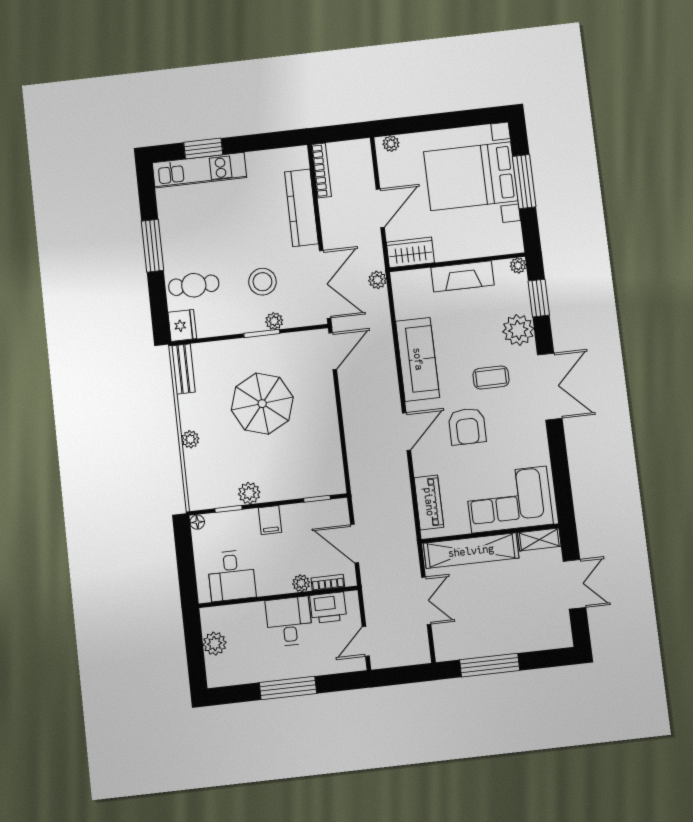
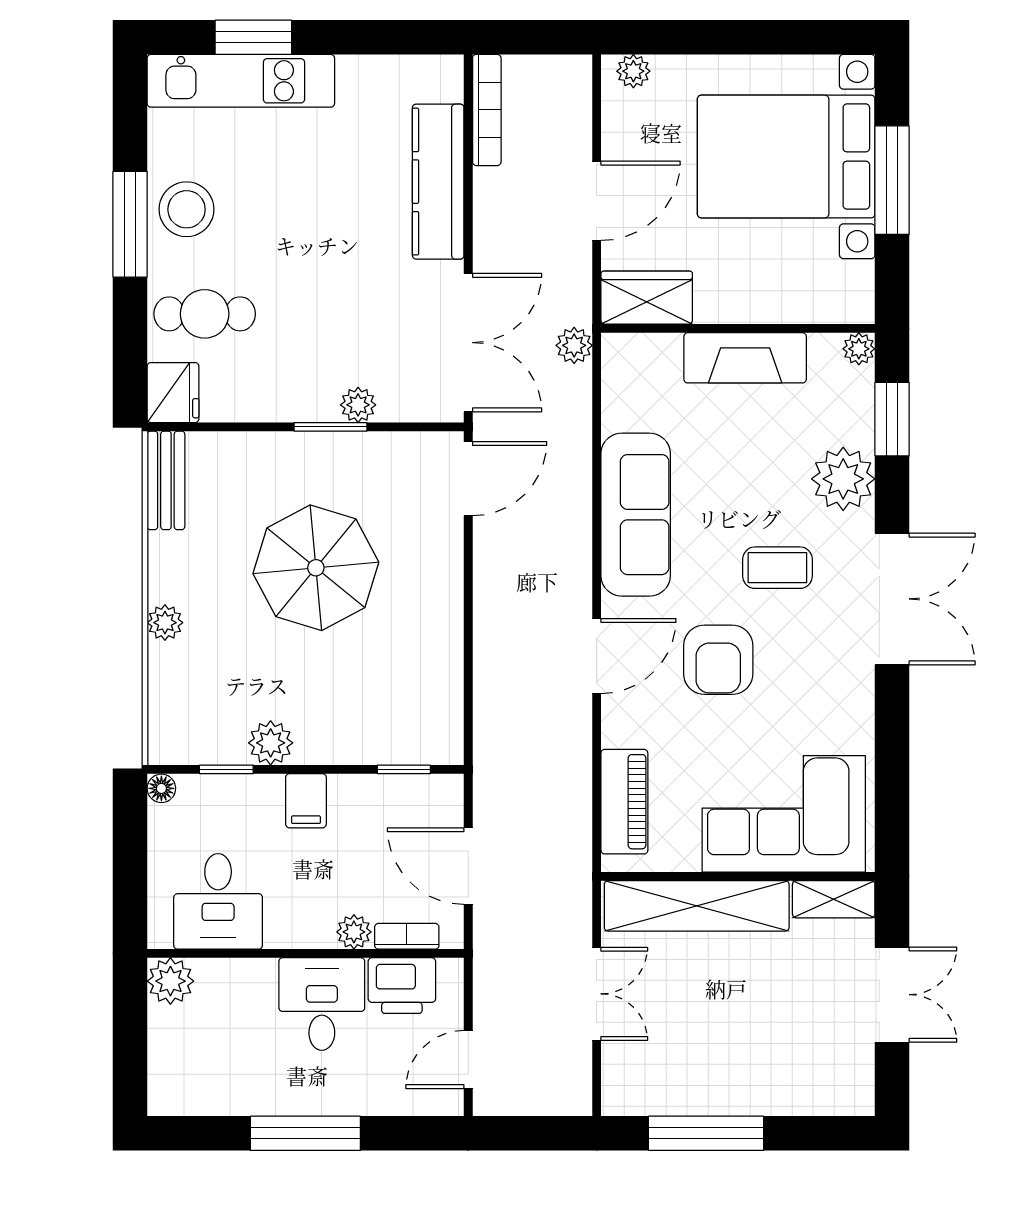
stool: (262, 282) -> (187, 209), moved
plant: (215, 644) -> (170, 981), moved

